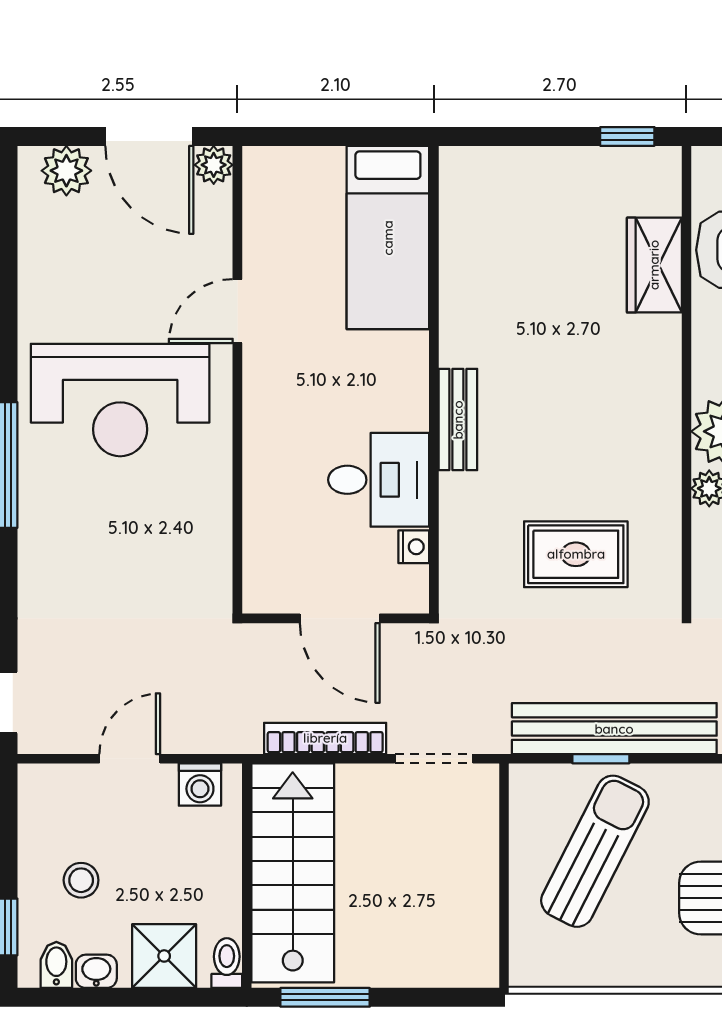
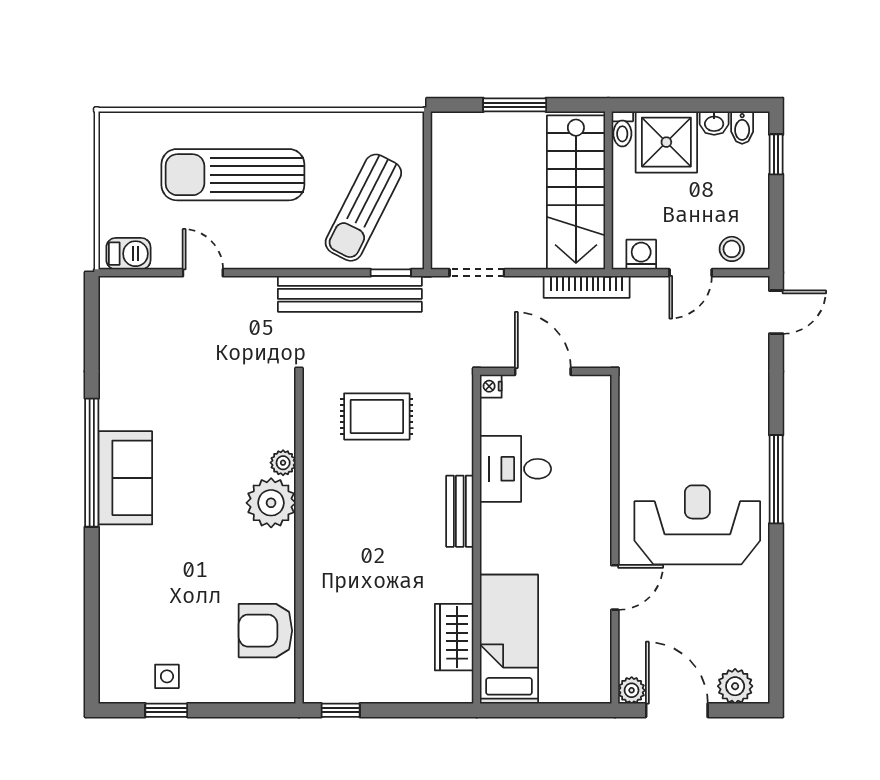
wardrobe: (654, 265) -> (454, 637), moved, turned 180
nightstand: (414, 547) -> (491, 386), moved
bookcase: (325, 738) -> (587, 287), moved
window: (601, 759) -> (391, 273), moved
stool: (81, 880) -> (732, 249), moved
shower: (164, 956) -> (666, 142), width x1.36, depth x1.36
window: (325, 997) -> (515, 105), moved

